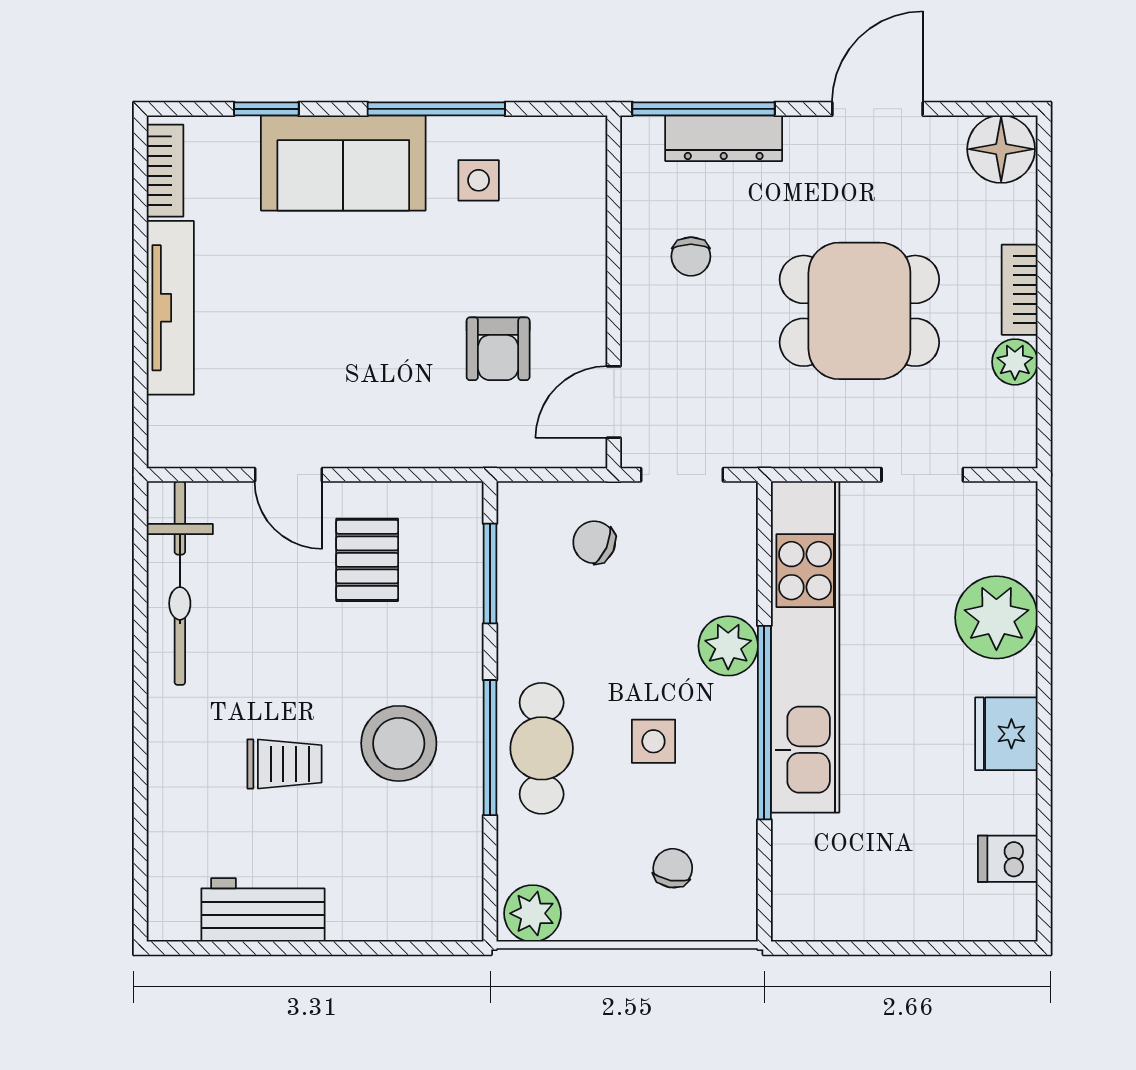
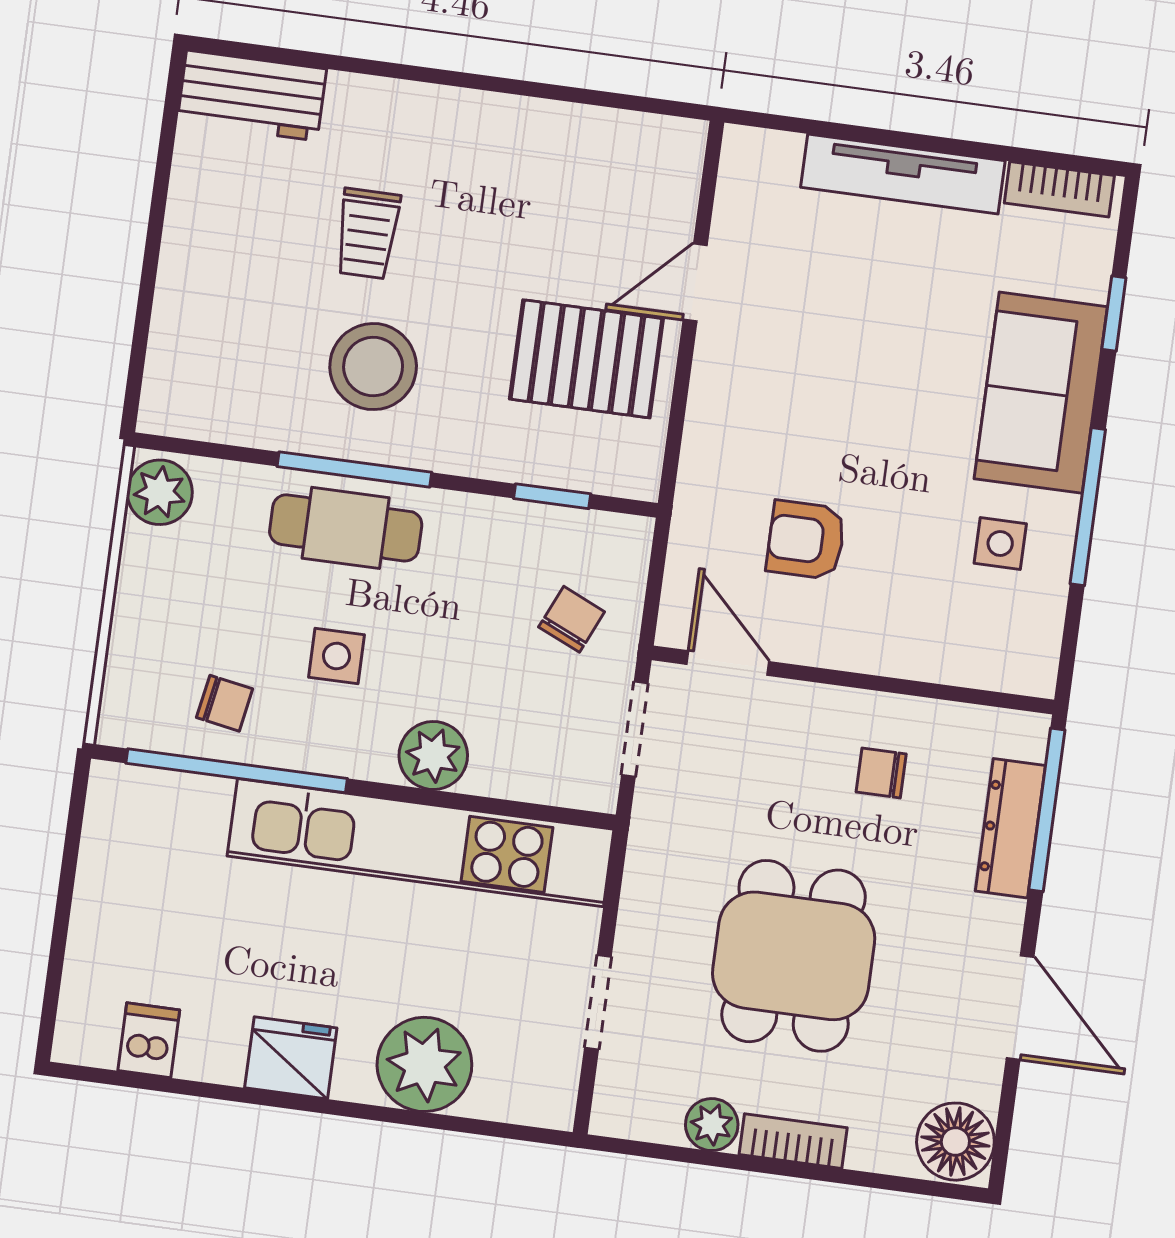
pallet: (367, 560) -> (586, 359), width x1.50, depth x1.42
window: (490, 573) -> (552, 496), width x0.67
bicycle: (180, 583) -> (589, 143), removed
window: (764, 723) -> (237, 771), moved
chair: (673, 868) -> (225, 703), moved
workbench: (263, 910) -> (252, 96), moved, turned 90

